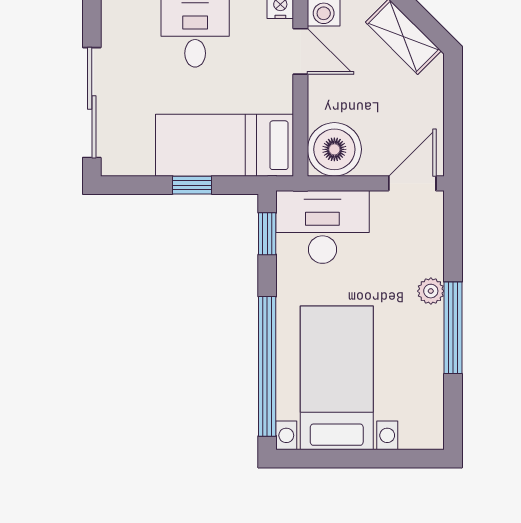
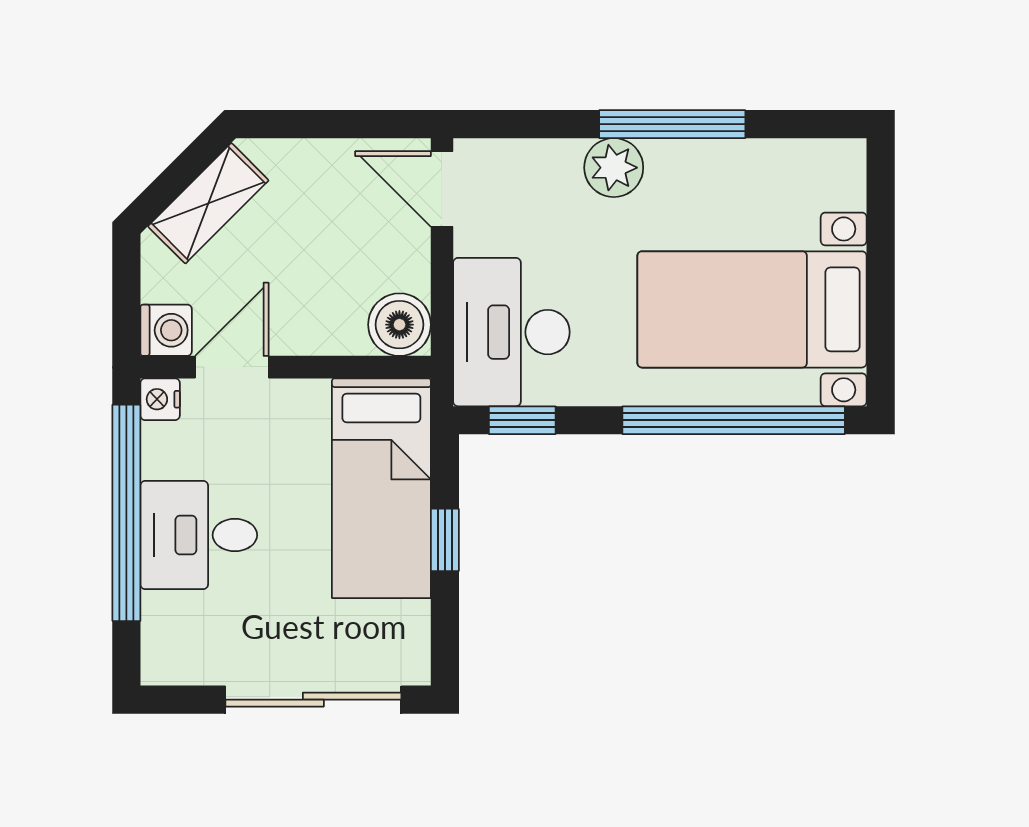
boiler: (334, 149) -> (399, 325), width x0.73, depth x0.73
plant: (431, 291) -> (614, 168), width x1.38, depth x1.38

